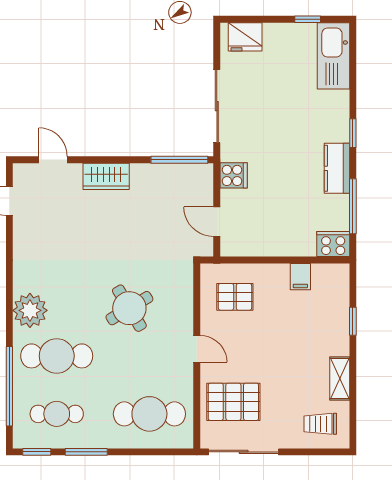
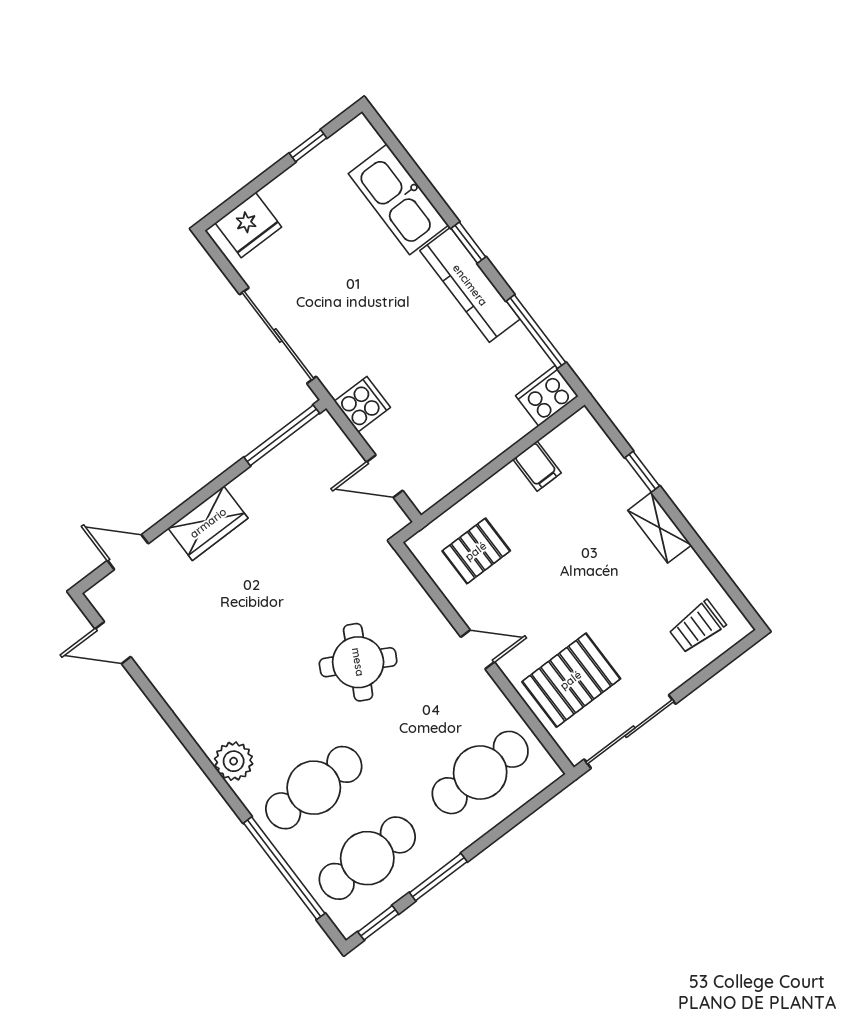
kitchen sink: (334, 56) -> (398, 199), moved
kitchen counter: (337, 168) -> (470, 285), width x1.50
round table: (129, 308) -> (358, 662), turned -31
plant: (30, 310) -> (234, 761), width x0.73, depth x0.73
shelving: (340, 379) -> (660, 528), moved
cafe table: (57, 414) -> (367, 858), width x1.37, depth x1.35

